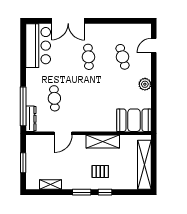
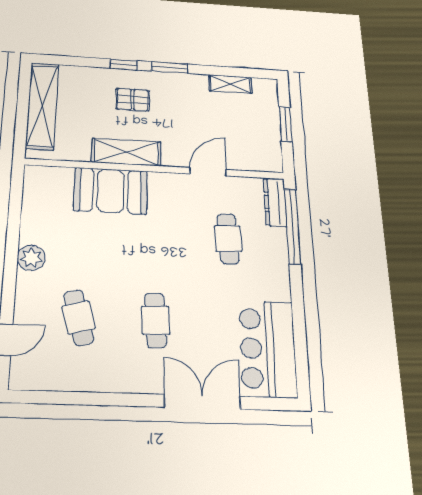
booth: (134, 120) -> (111, 191), moved

